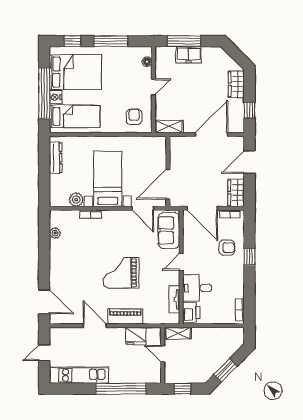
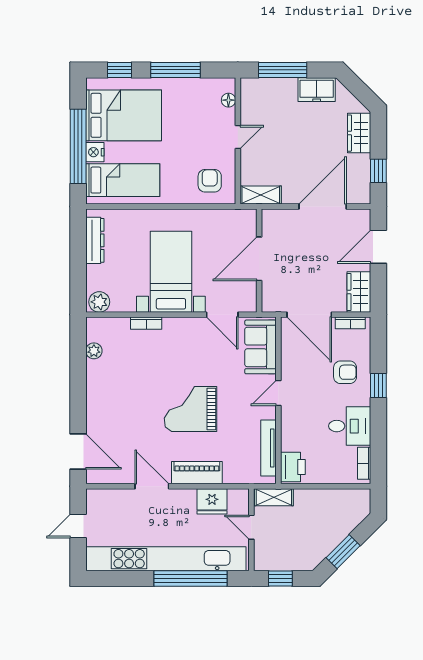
freezer: (189, 55) -> (317, 90), moved
door: (168, 184) -> (259, 259), moved
plant: (76, 200) -> (99, 302), moved
desk: (197, 288) -> (350, 426), moved, turned 180
tv unit: (174, 299) -> (268, 448), width x1.41
kitchen unit: (79, 375) -> (166, 559), width x1.86

